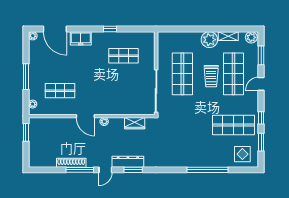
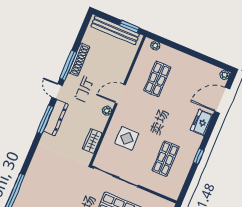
window: (26, 77) -> (186, 50), removed
display table: (120, 95) -> (127, 138), added
bench: (34, 143) -> (115, 30), added
window: (133, 170) -> (45, 120), width x1.44

